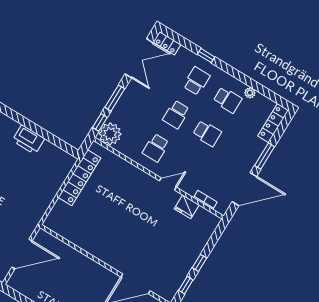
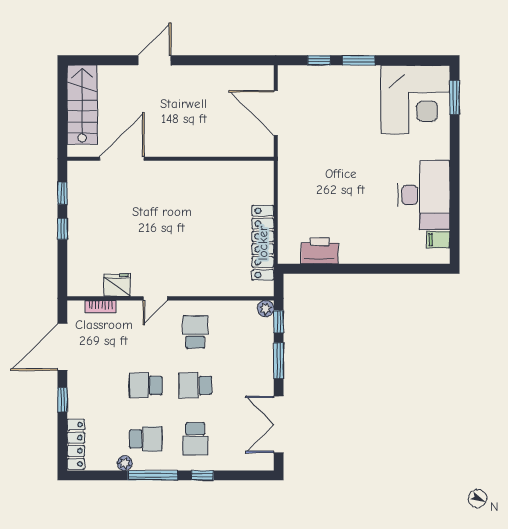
locker: (167, 43) -> (257, 462), removed
window: (237, 74) -> (153, 475), added
school desk: (227, 100) -> (146, 439), turned 180
school desk: (176, 114) -> (195, 385), turned -90
plant: (110, 134) -> (266, 308), width x0.53, depth x0.53
printer: (28, 140) -> (320, 251), moved
window: (265, 156) -> (62, 400), width x0.67
door: (22, 254) -> (276, 113), hinge flipped

